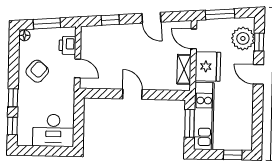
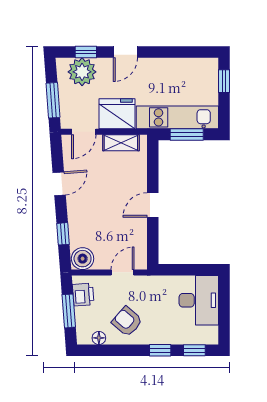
floor lamp: (24, 35) -> (99, 338), moved
boiler: (90, 36) -> (83, 259), added
printer: (67, 45) -> (83, 295), moved, turned -94

